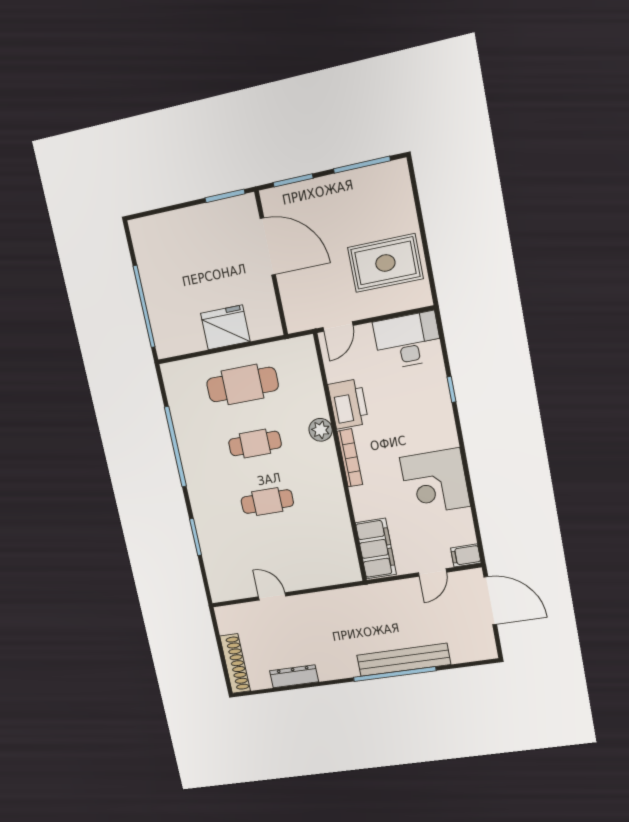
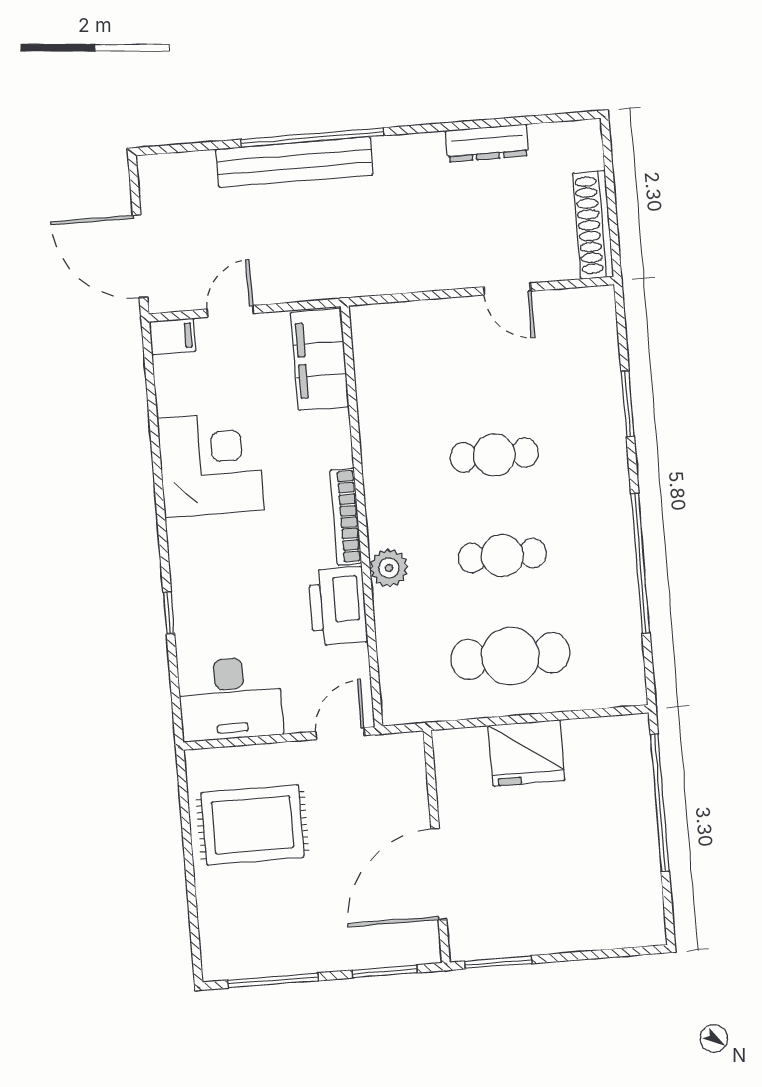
door: (268, 247) -> (439, 874), hinge flipped
shoe rack: (235, 663) -> (593, 225), moved

